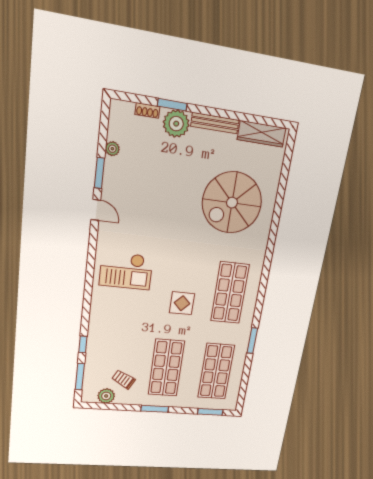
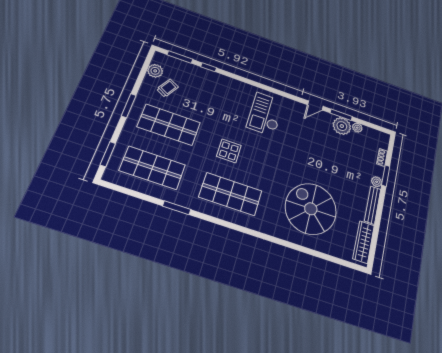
plant: (176, 124) -> (377, 182), width x0.53, depth x0.53
plant: (116, 171) -> (342, 126), added

